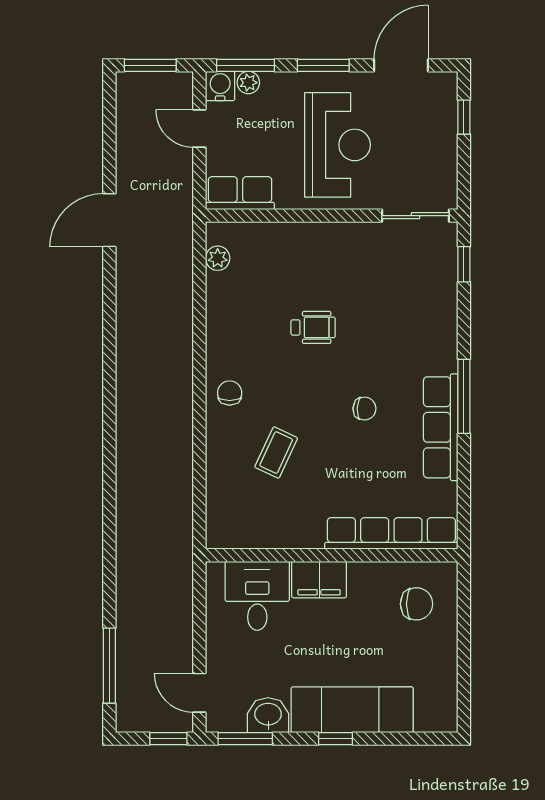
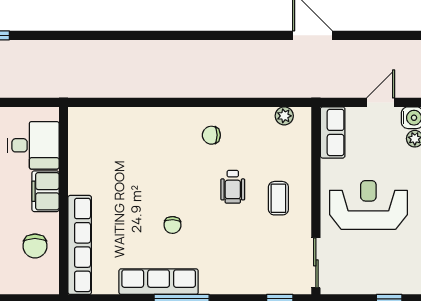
reception desk: (338, 145) -> (368, 205), turned 180
chair: (230, 393) -> (211, 135), moved, turned 180
coffee table: (276, 453) -> (278, 198), moved, turned 65
chair: (417, 604) -> (35, 246), moved

